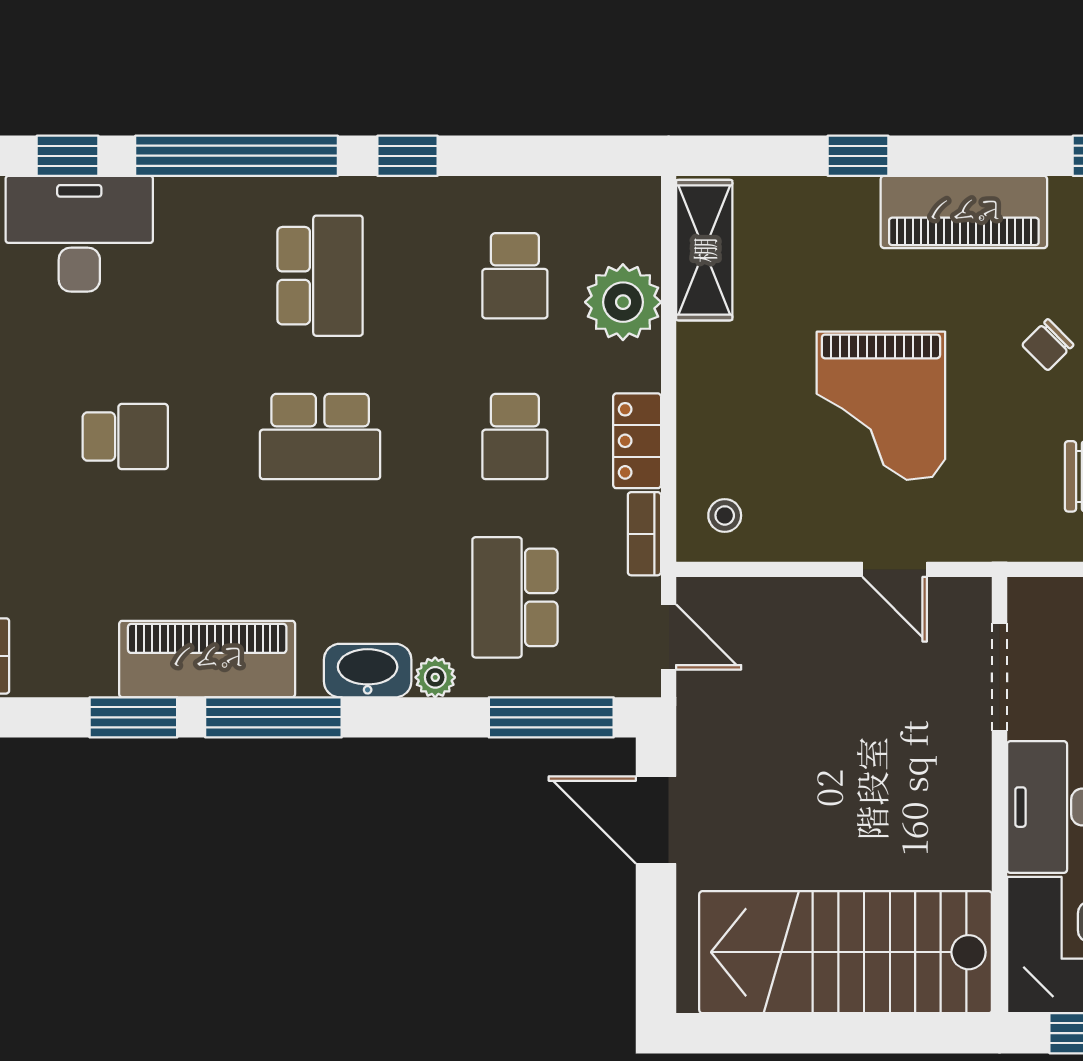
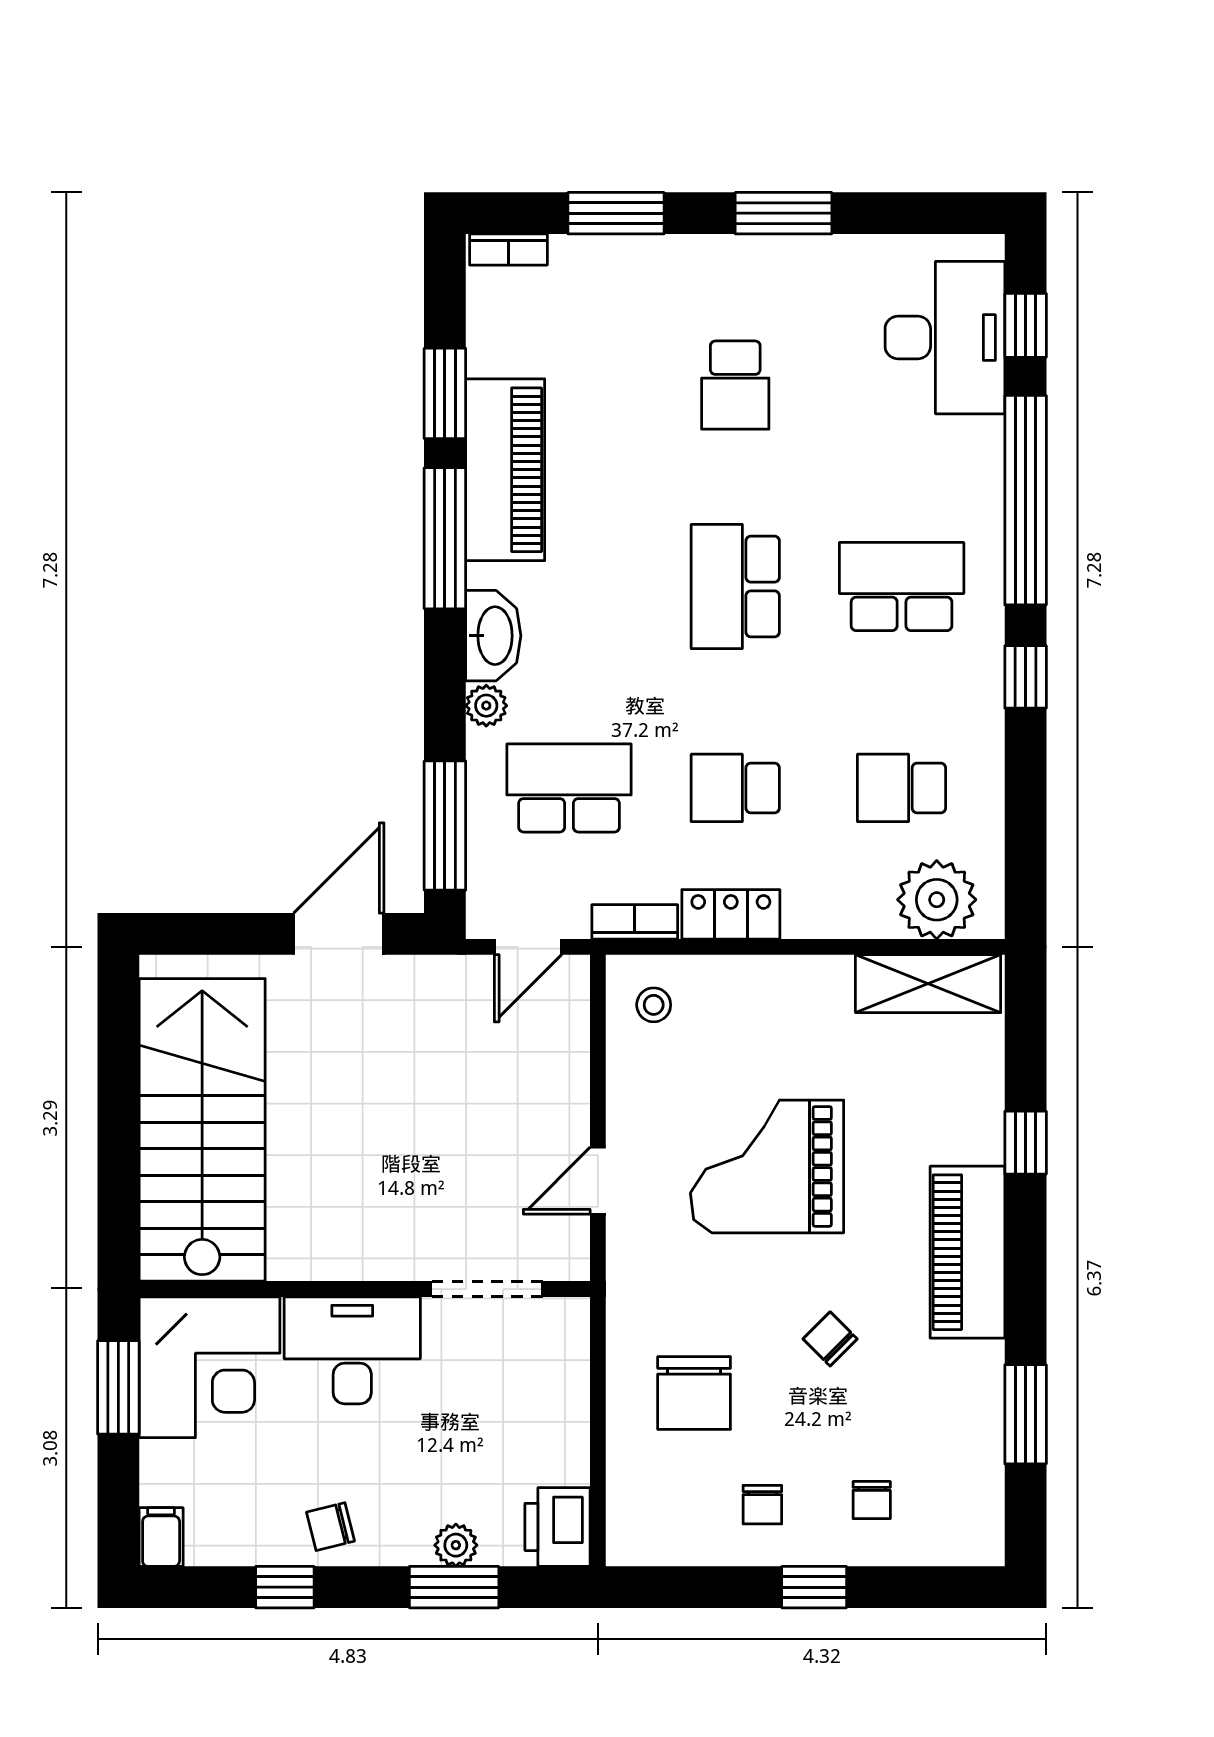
school desk: (320, 276) -> (902, 587), turned 180
plant: (623, 302) -> (937, 900), moved

